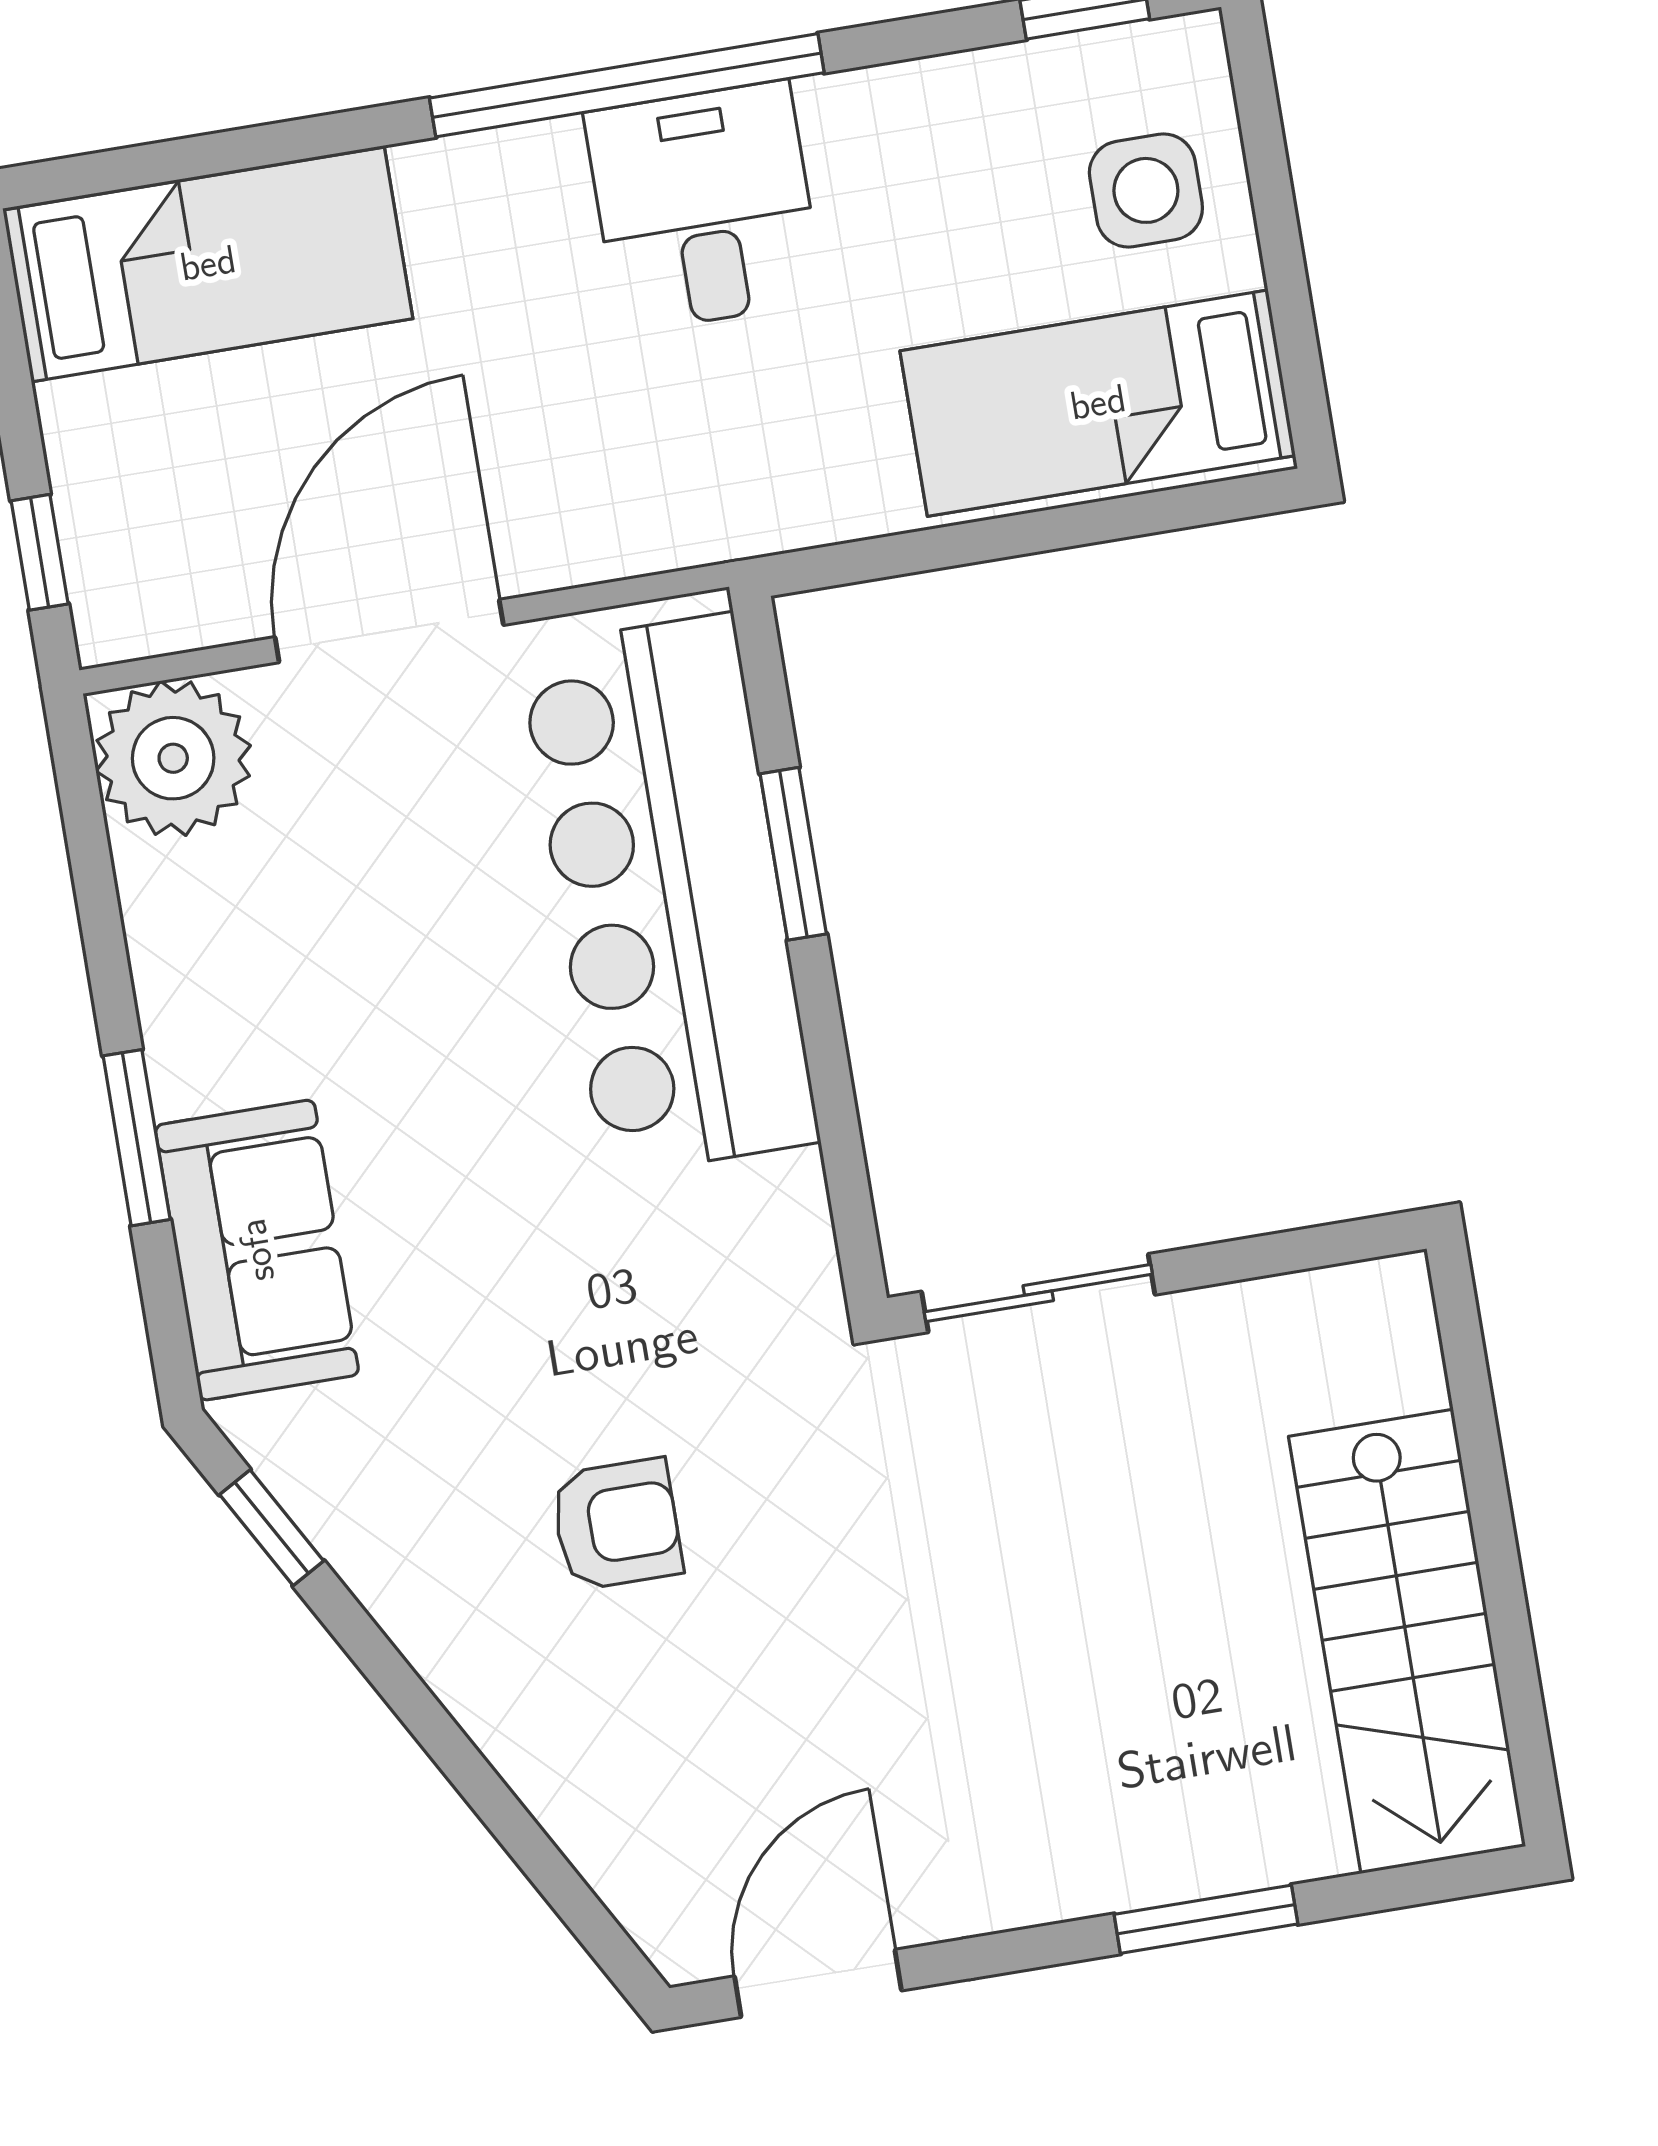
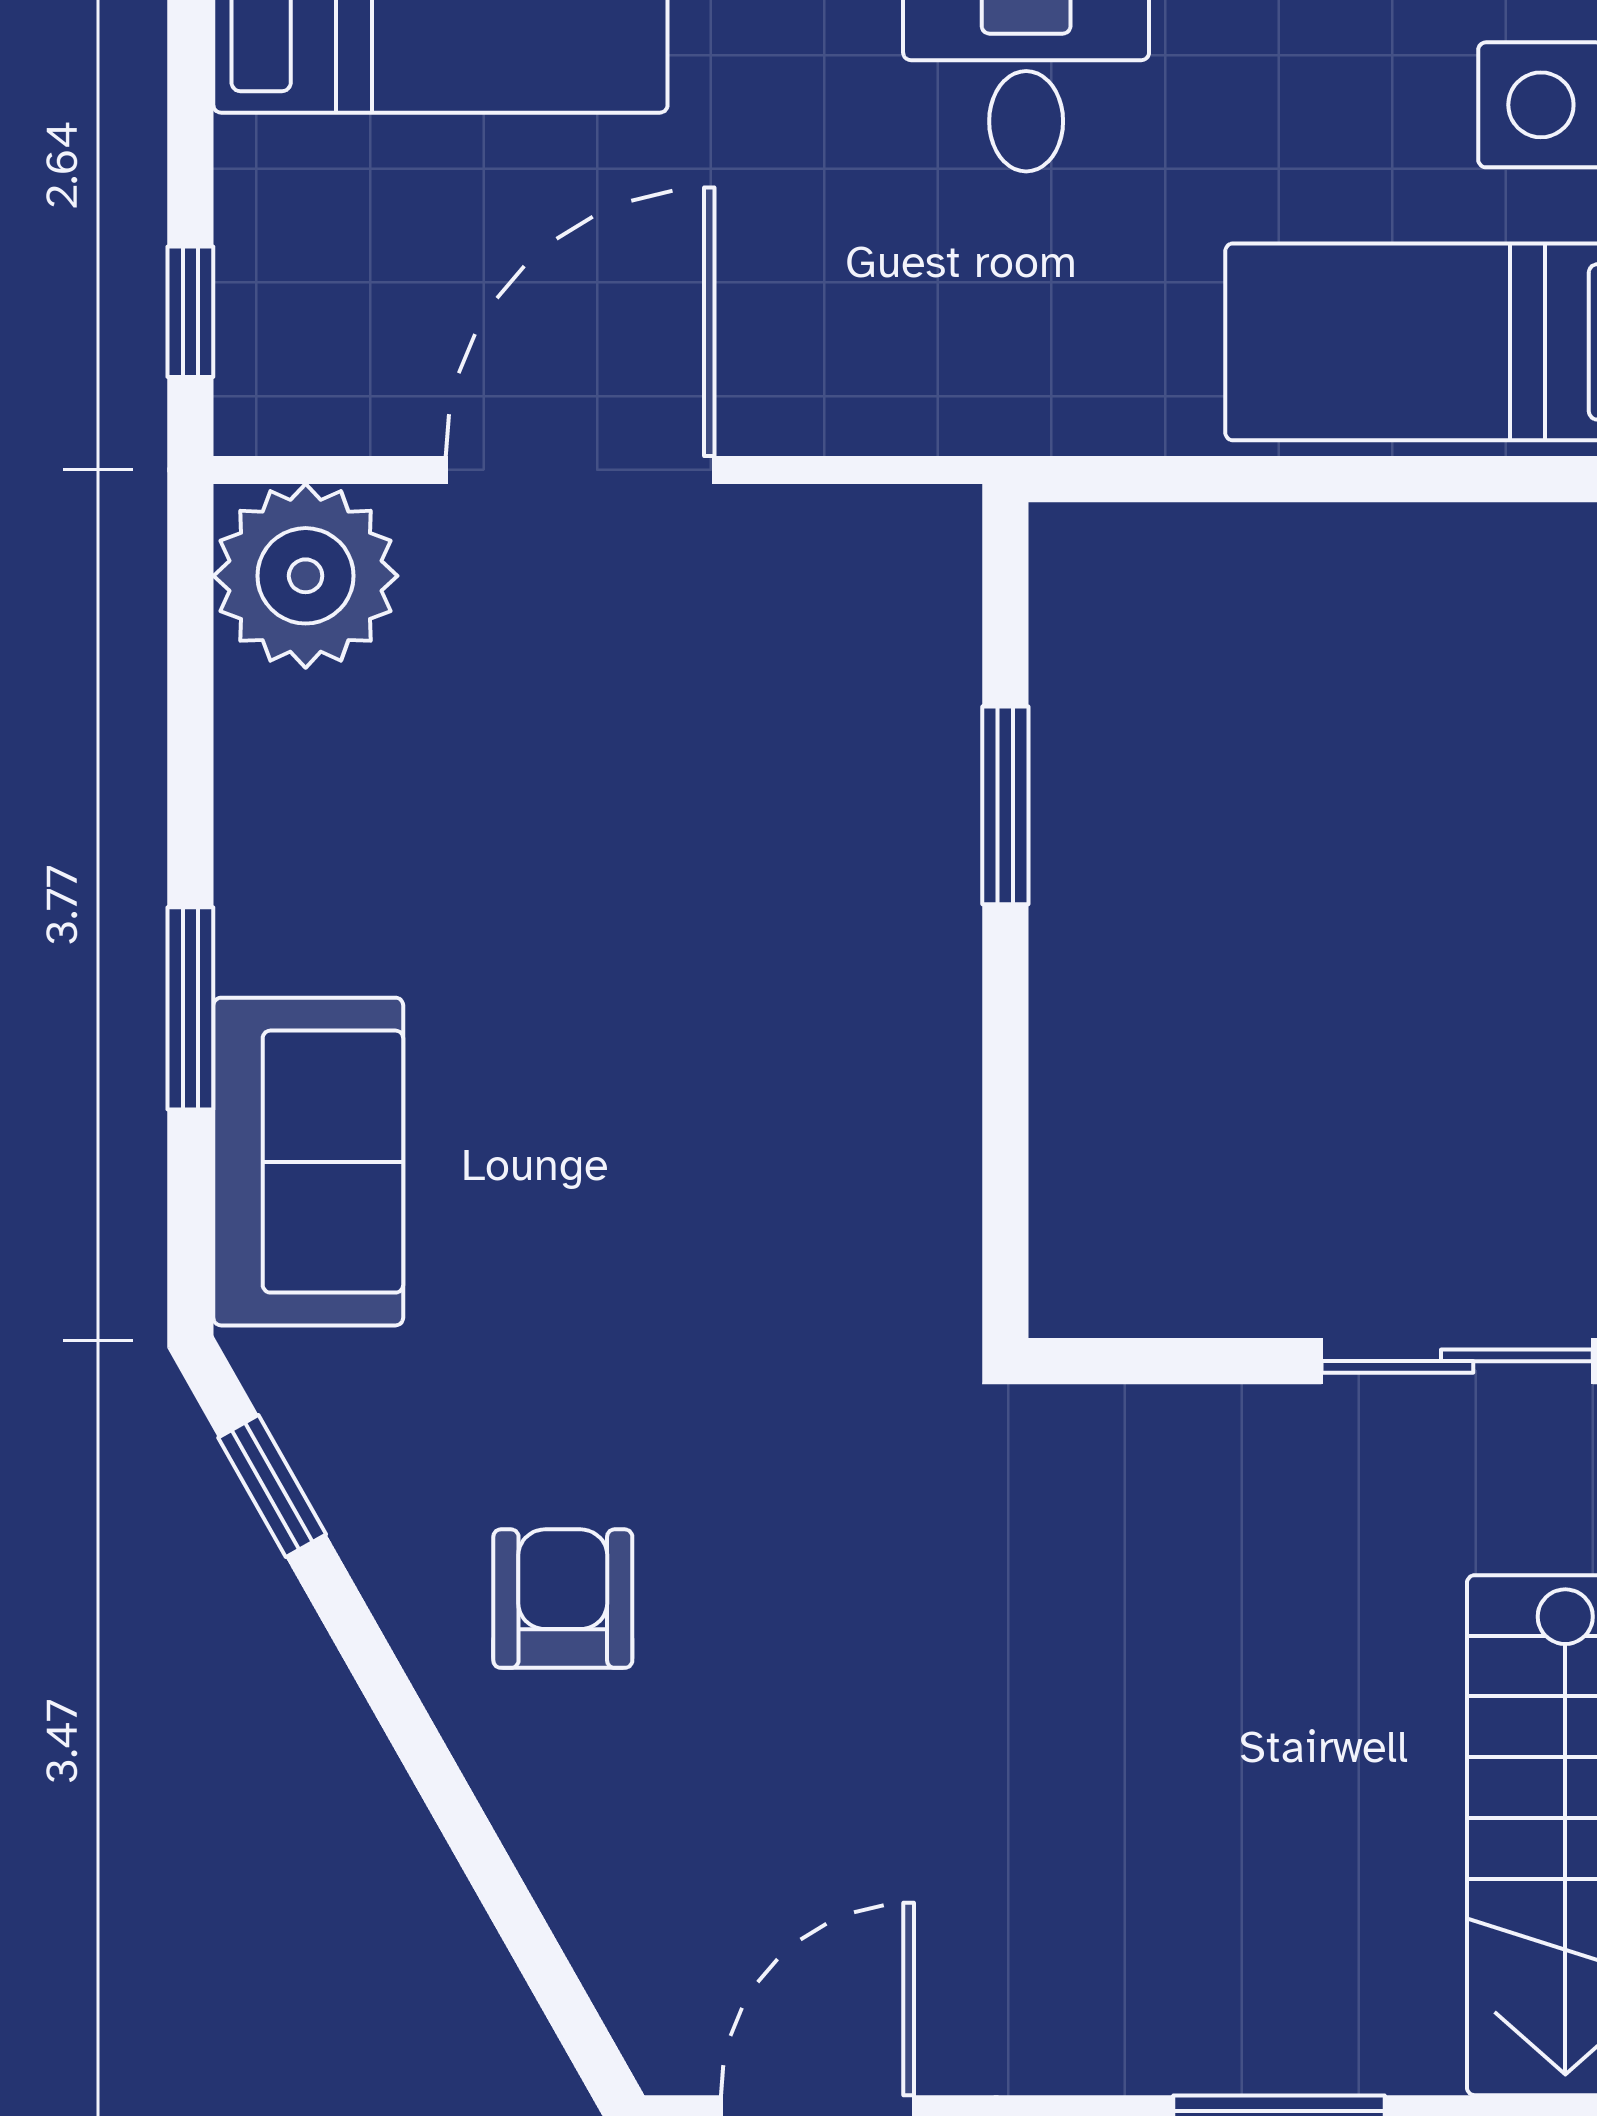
bar counter: (669, 895) -> (854, 829), removed
sliding door: (1038, 1293) -> (1457, 1361), moved
armchair: (617, 1524) -> (563, 1599), moved, turned -90

